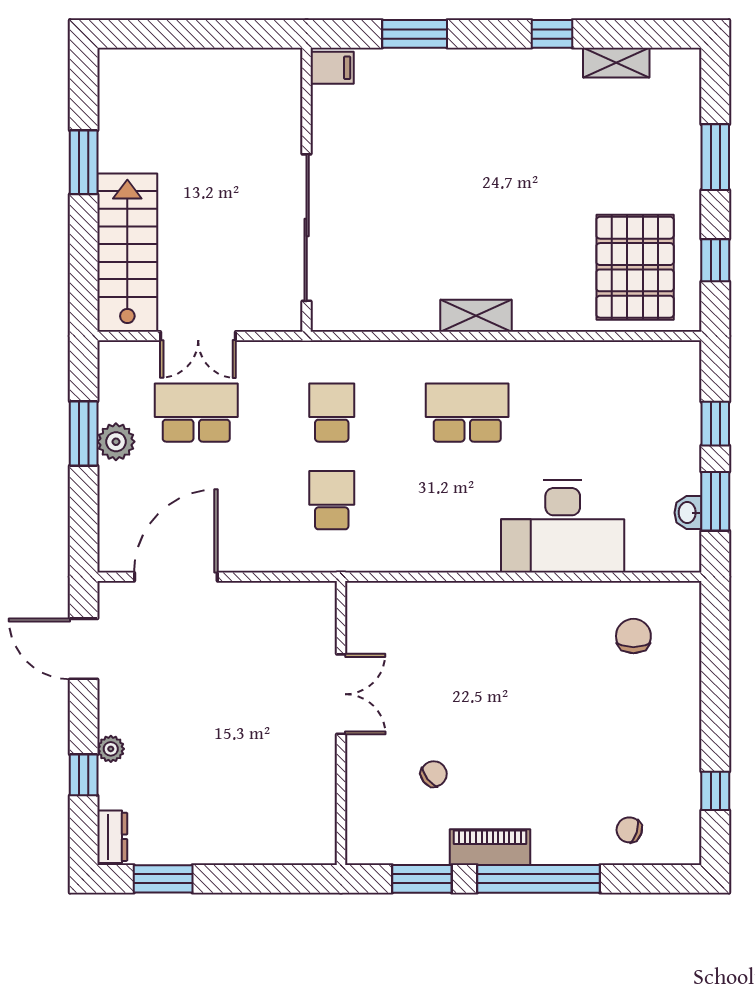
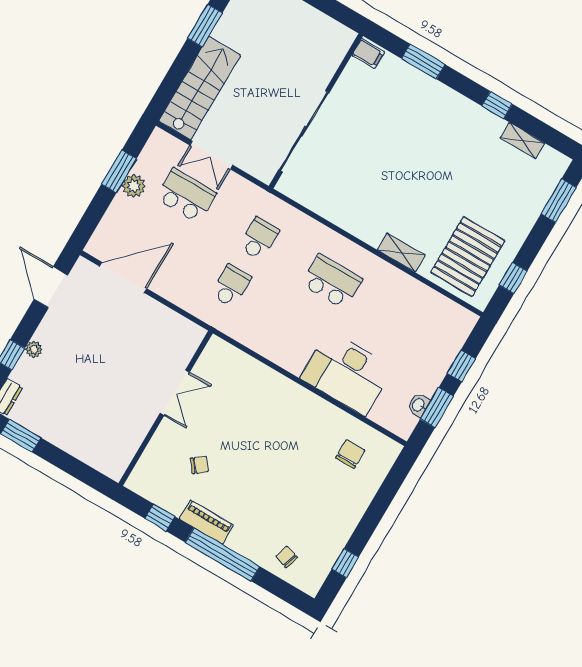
window: (715, 157) -> (559, 201), moved
shelving: (476, 316) -> (401, 252), moved
window: (422, 879) -> (160, 518), width x0.67

